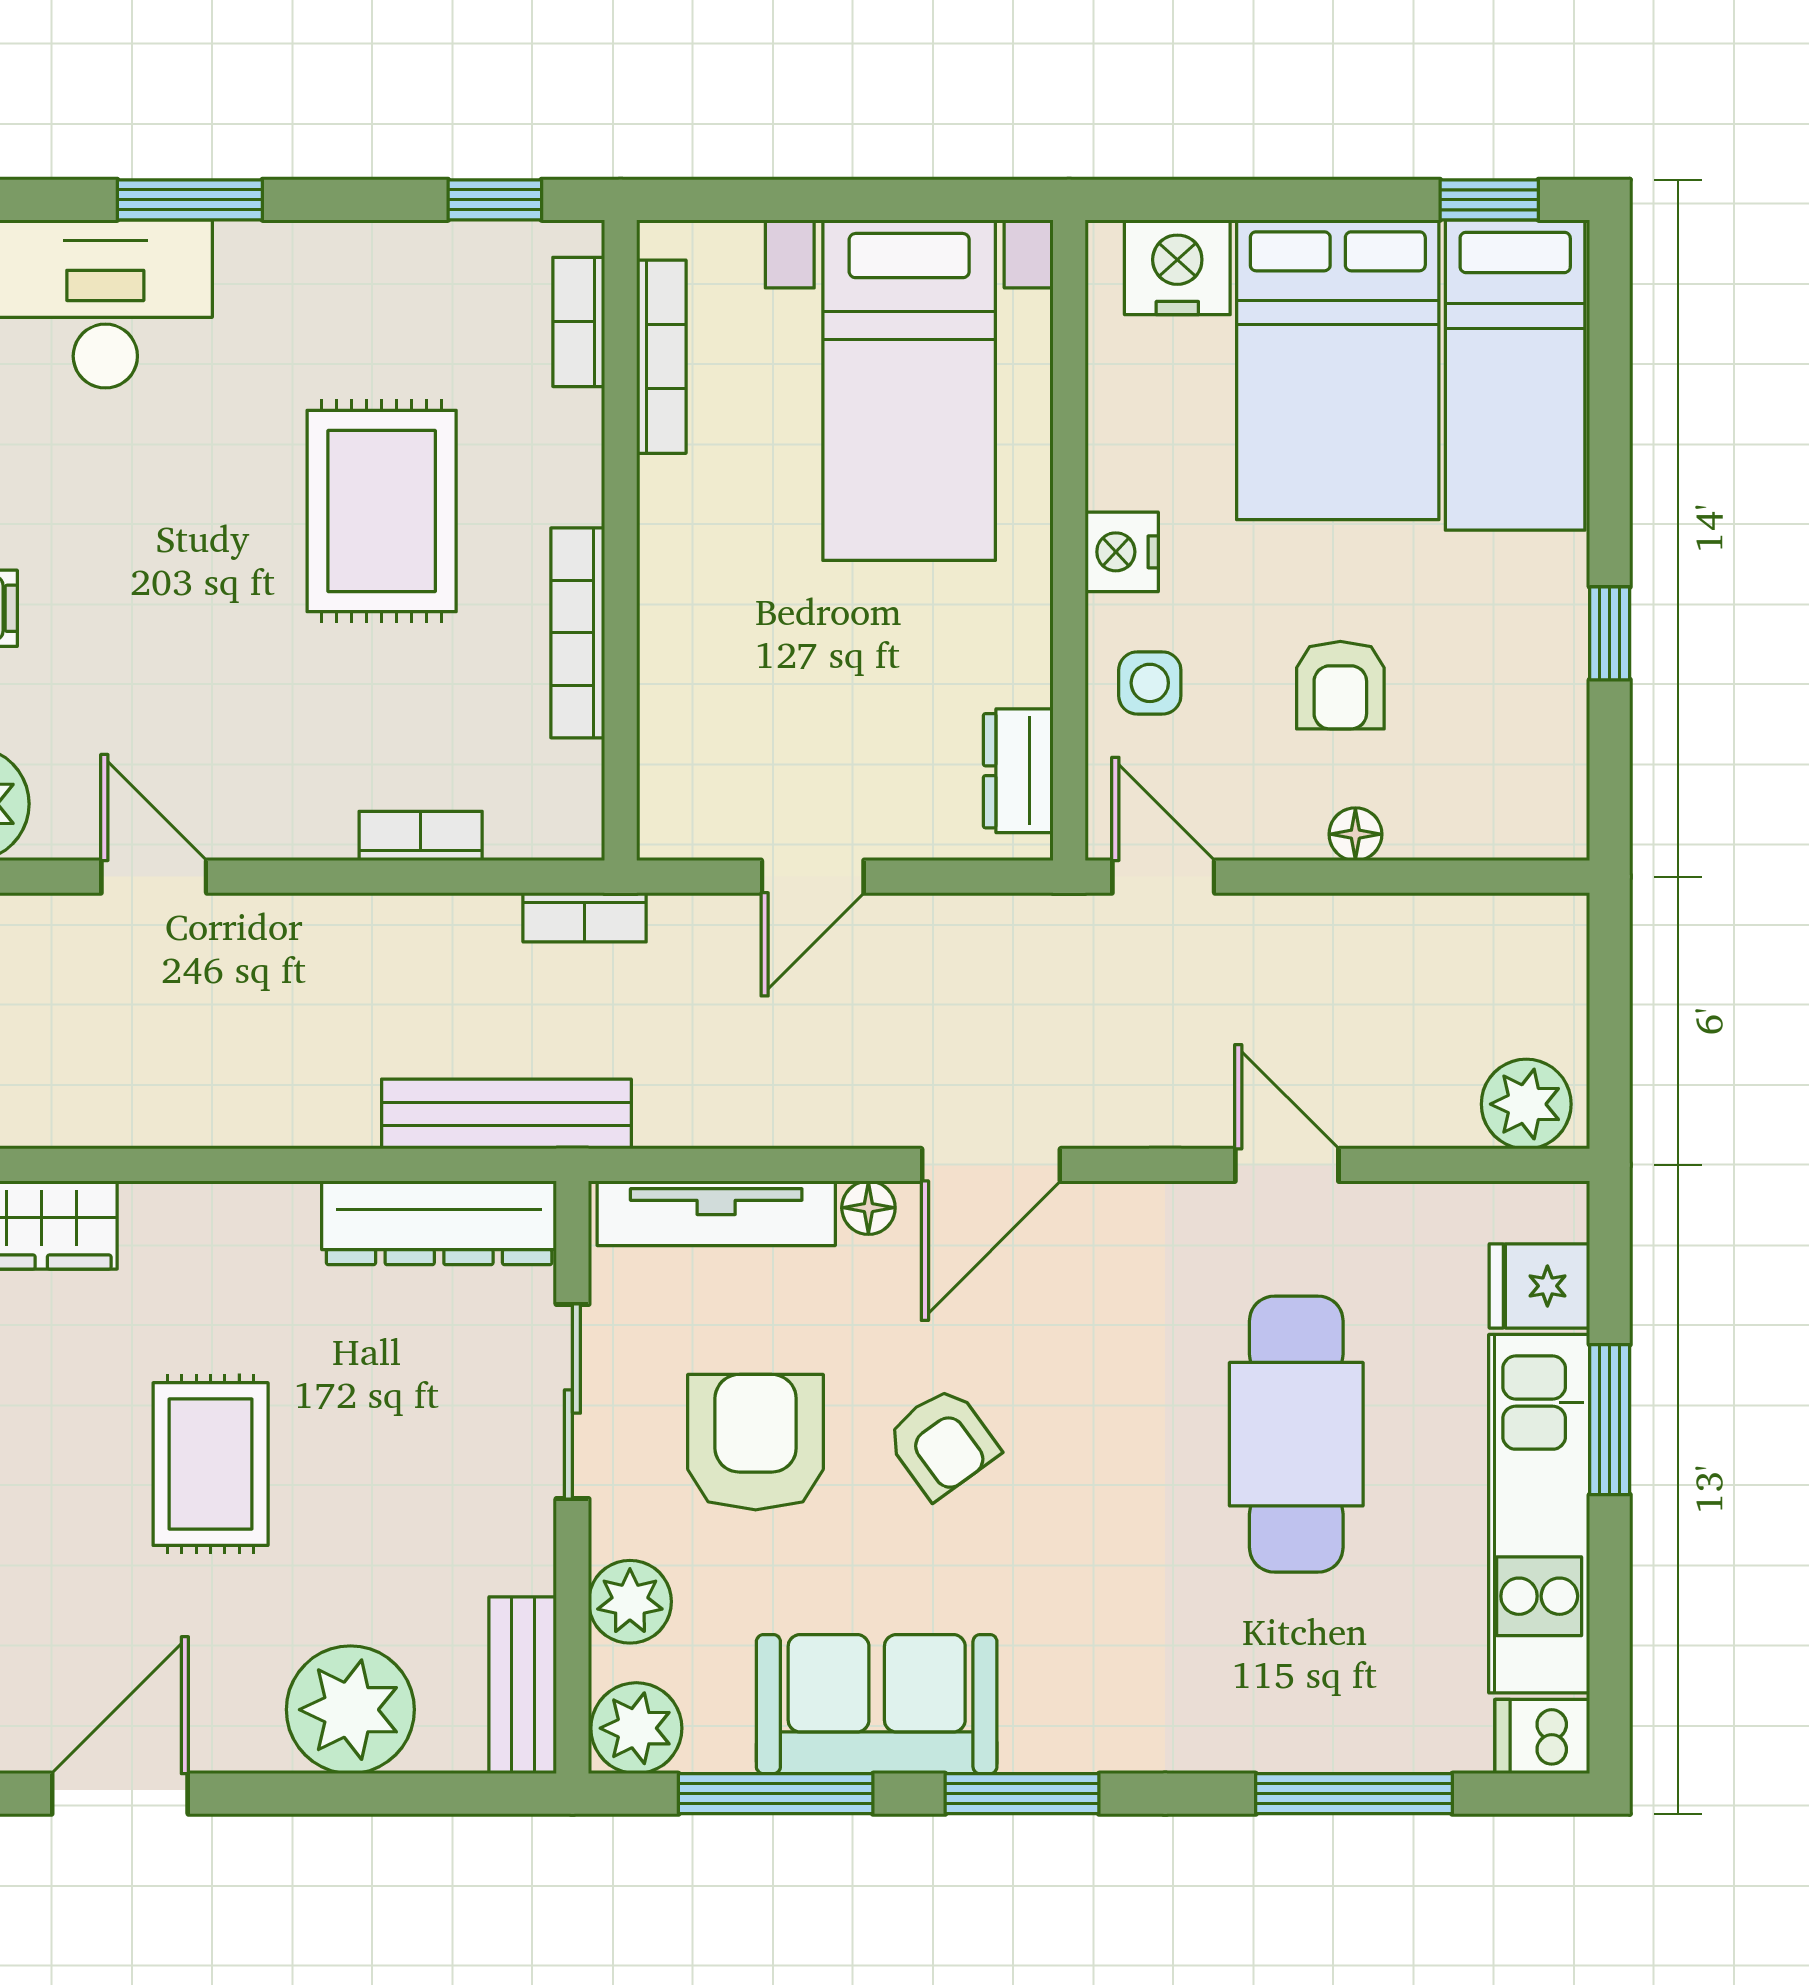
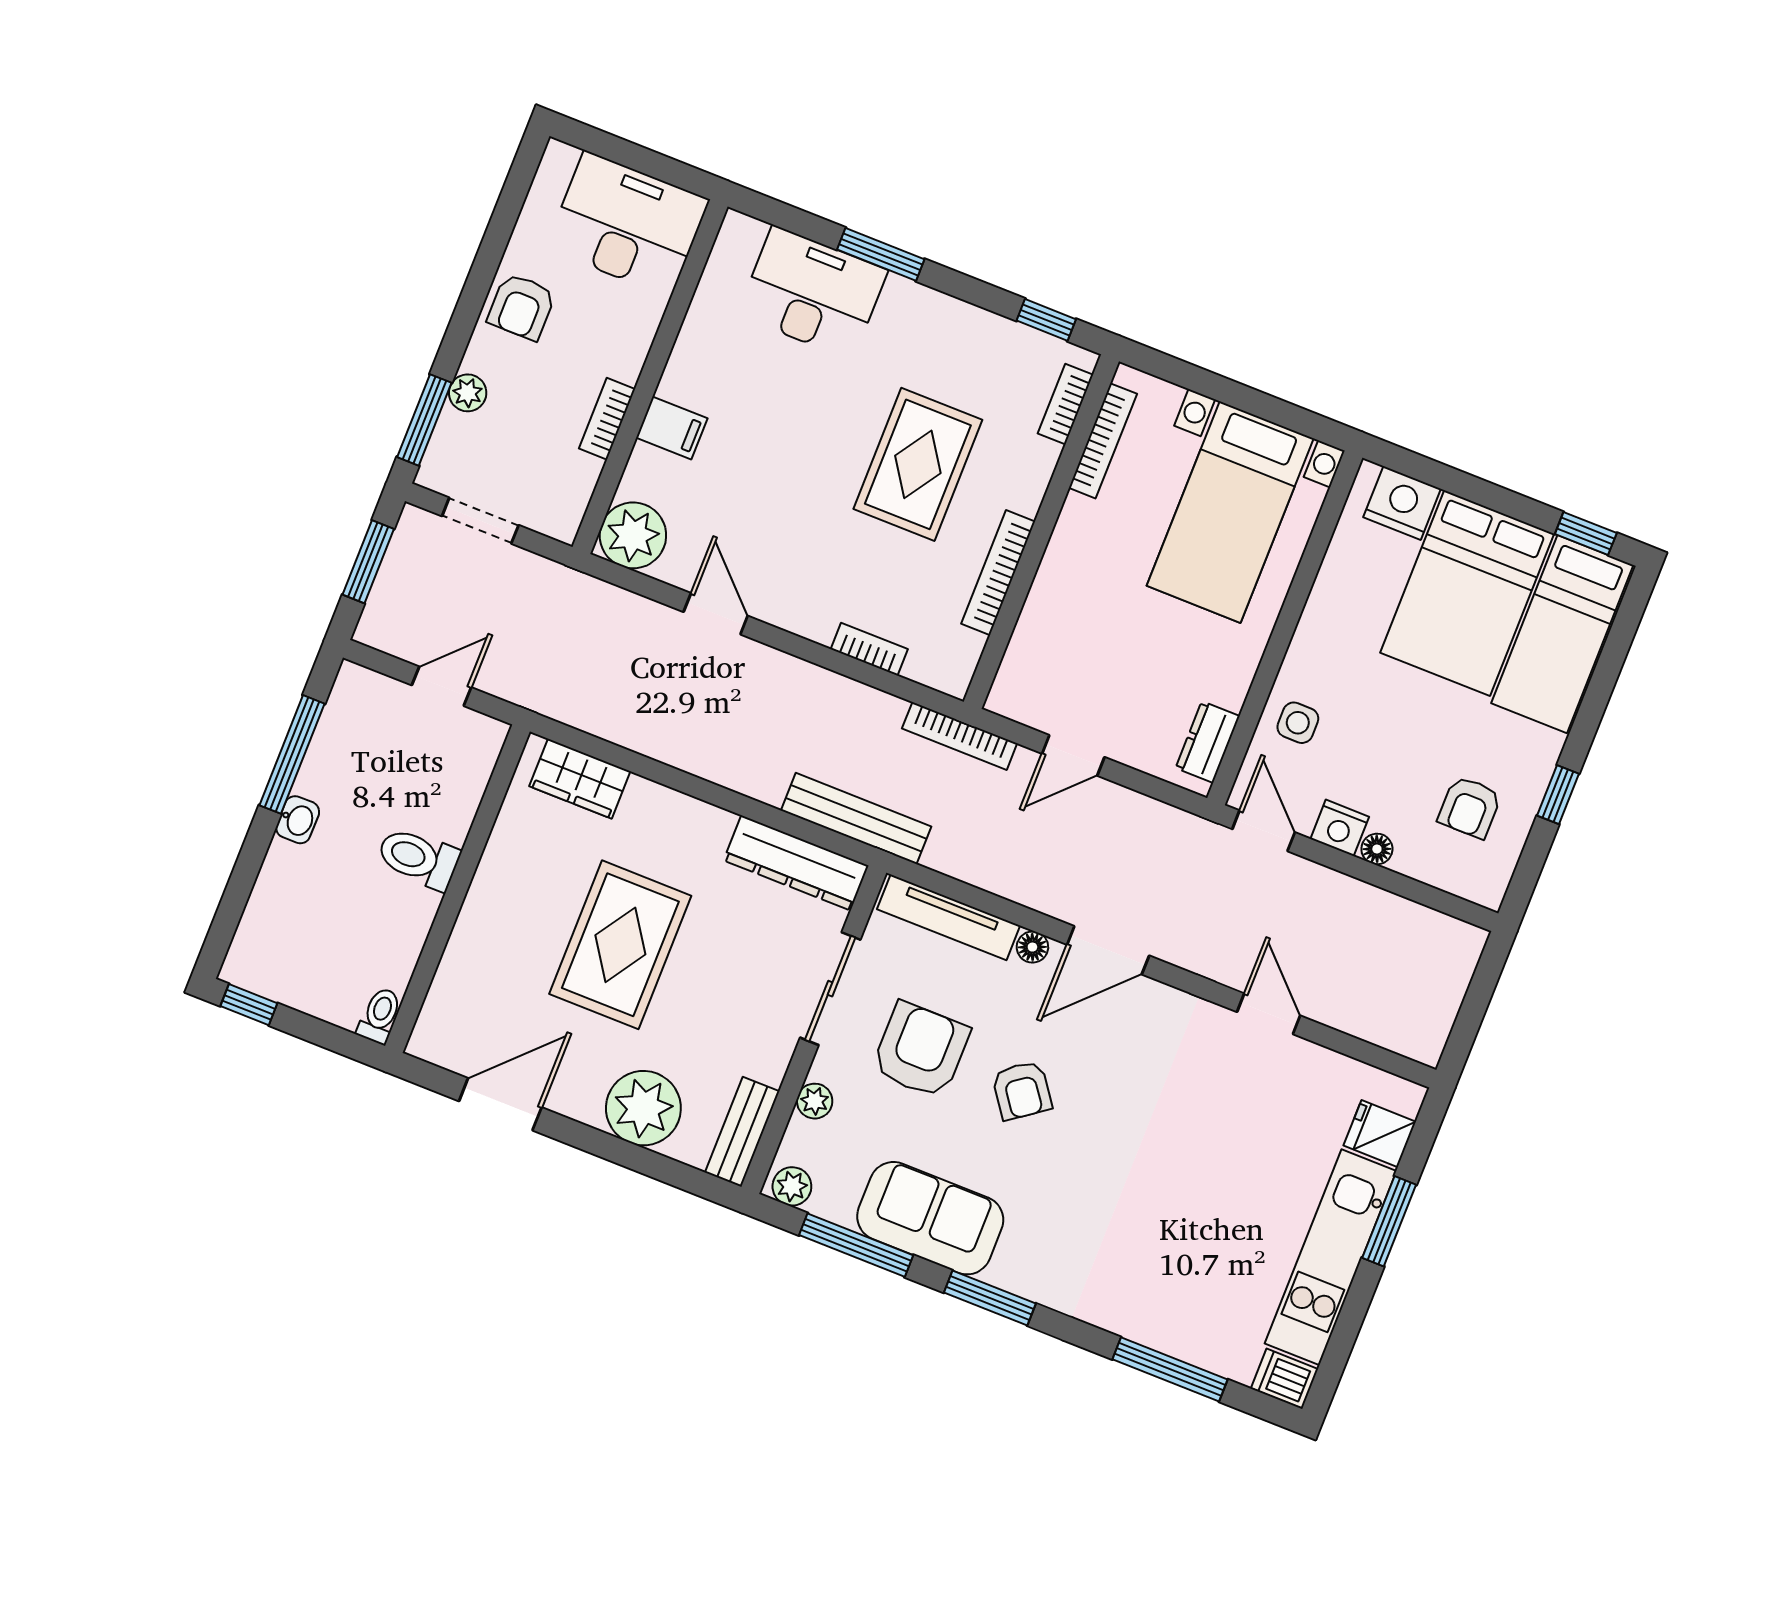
nightstand: (1122, 552) -> (1340, 828), moved, turned -90
armchair: (1340, 685) -> (1470, 807), moved
bookcase: (585, 917) -> (960, 736), width x1.56
plant: (1526, 1104) -> (1412, 1032), removed
cafe table: (1296, 1434) -> (1216, 1162), removed
rug: (211, 1464) -> (620, 945), width x1.36, depth x1.43
plant: (630, 1602) -> (815, 1101), width x0.73, depth x0.73
plant: (636, 1728) -> (792, 1186), width x0.73, depth x0.73

